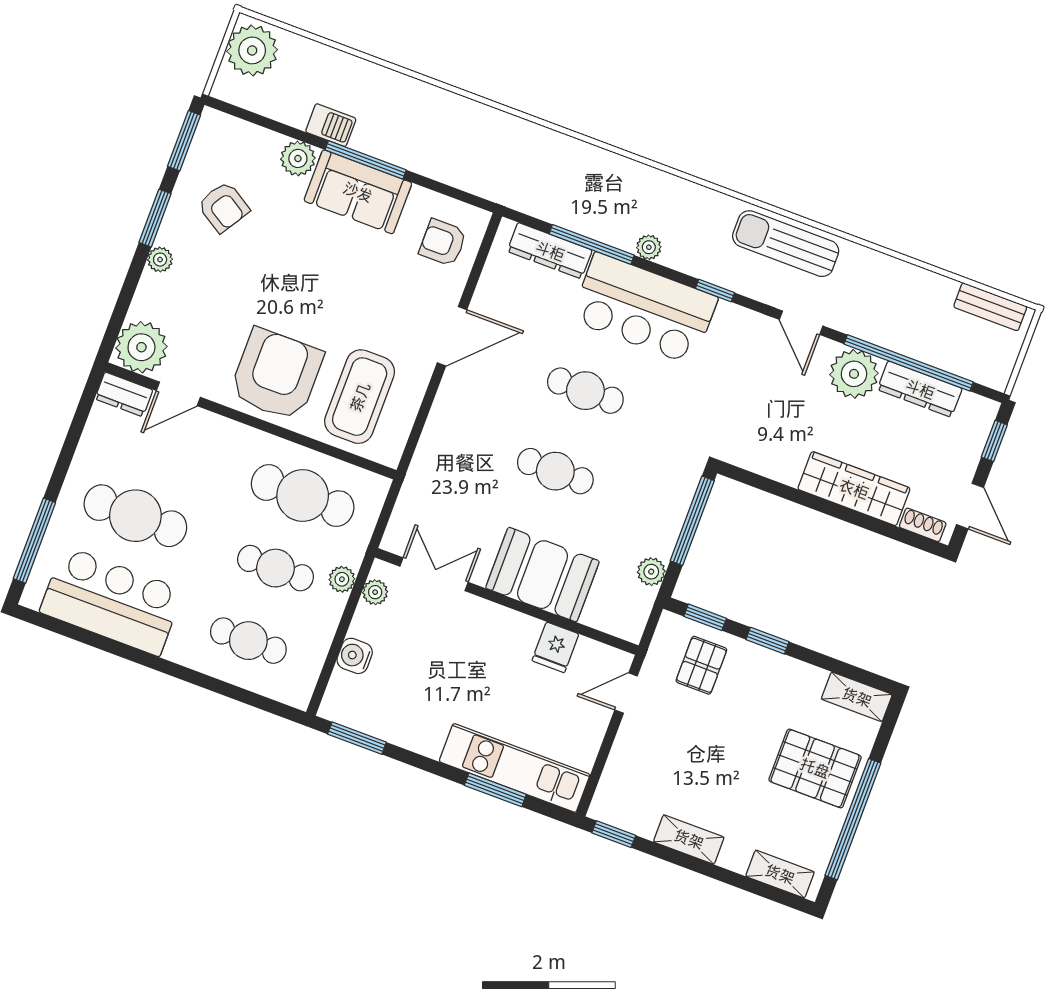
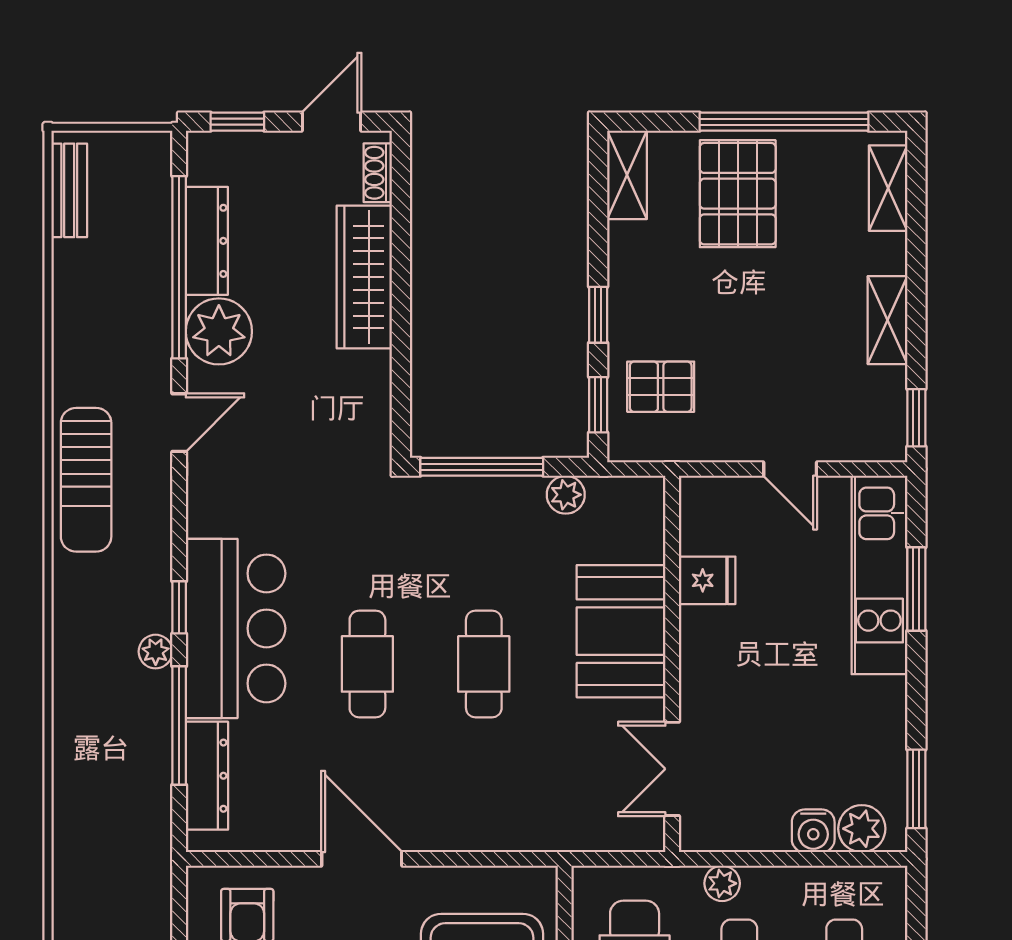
window: (715, 291) -> (179, 607), moved
plant: (375, 592) -> (862, 829), moved, width x1.38, depth x1.38
door: (626, 693) -> (790, 469), moved

